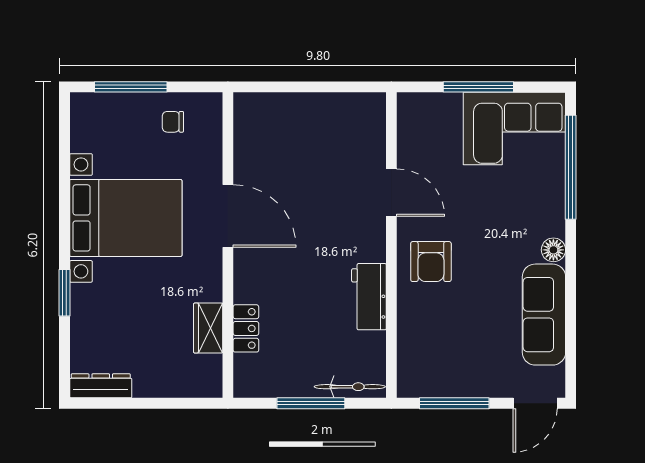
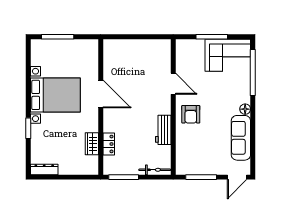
chair: (173, 122) -> (76, 52), removed
window: (311, 403) -> (124, 177), moved

